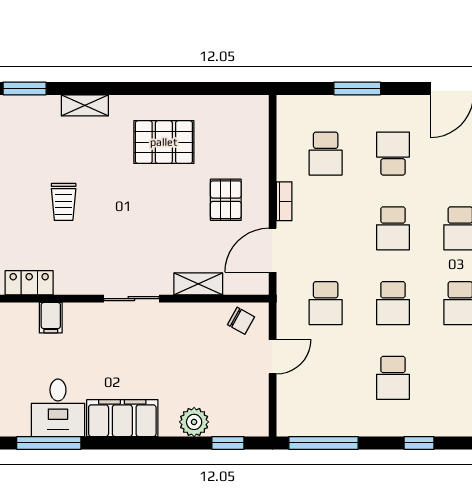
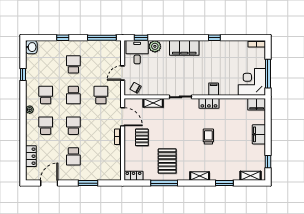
window: (171, 88) -> (164, 183), added
locker: (246, 106) -> (133, 176), added
pallet: (164, 142) -> (167, 161), turned 90
school desk: (326, 154) -> (101, 156), removed
door: (273, 250) -> (123, 117), hinge flipped
locker: (29, 283) -> (209, 103), moved
school desk: (393, 303) -> (73, 95), turned 180
desk: (58, 408) -> (137, 52), moved
window: (49, 443) -> (214, 38), width x0.46

